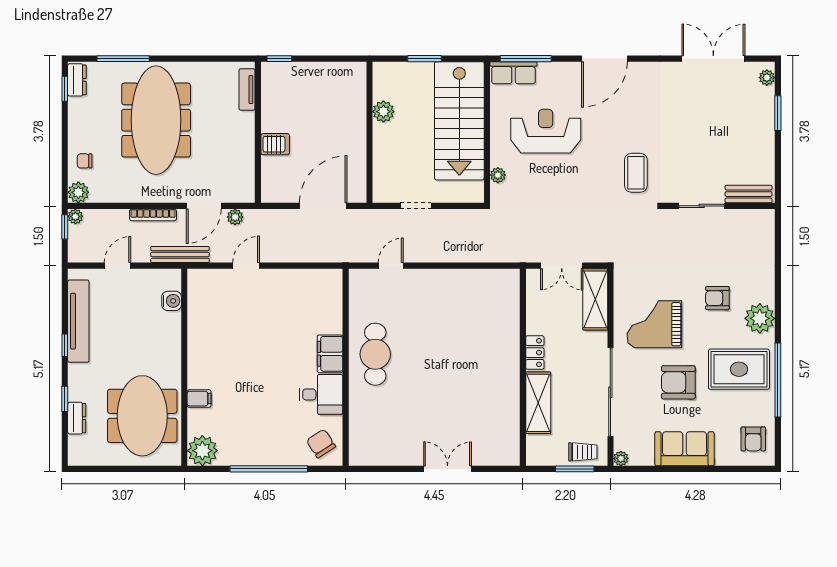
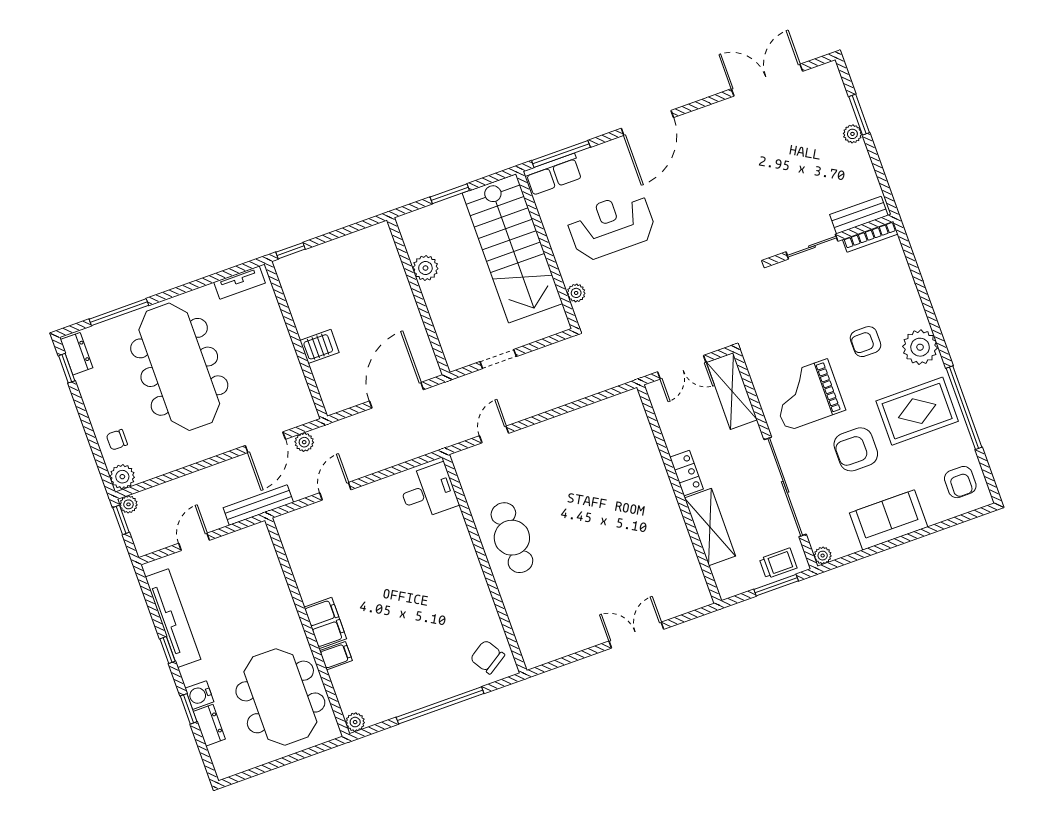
plant: (767, 78) -> (852, 134), moved
tv unit: (247, 89) -> (240, 283), moved, turned -90
coffee table: (636, 173) -> (727, 236), removed
bookcase: (153, 215) -> (870, 237), moved
water cooler: (172, 301) -> (199, 695), moved, turned 180
filing cabinet: (330, 354) -> (325, 623), moved, turned 180
desk: (321, 394) -> (428, 491), moved
plant: (202, 451) -> (355, 722), width x0.53, depth x0.53

